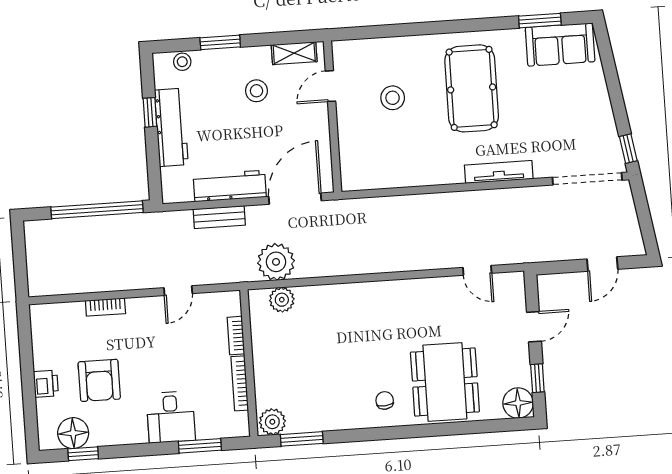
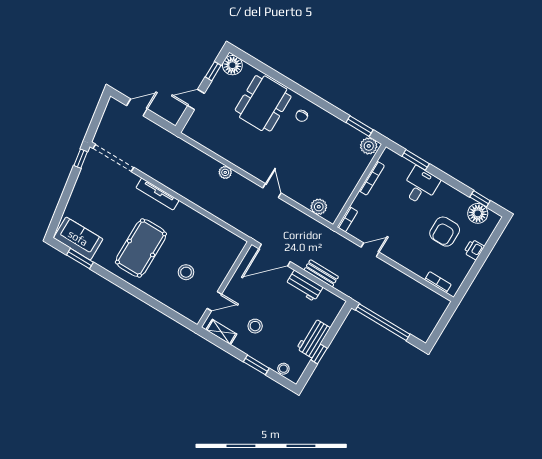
workbench: (171, 127) -> (313, 338), width x0.73
workbench: (230, 186) -> (304, 286), width x0.73
plant: (276, 262) -> (225, 172), moved, width x0.53, depth x0.53
door: (477, 270) -> (272, 191), moved
bookcase: (105, 307) -> (438, 282), moved
bookcase: (236, 336) -> (347, 219), moved
armchair: (99, 380) -> (445, 232), turned 180

